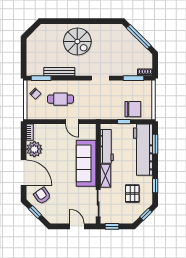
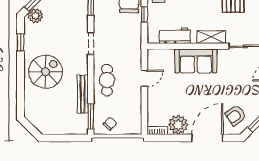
window: (101, 21) -> (20, 42), added
plant: (123, 33) -> (35, 16), added
cafe table: (60, 99) -> (107, 80), moved
workbench: (107, 146) -> (175, 36), width x0.73
sofa: (86, 163) -> (196, 61), width x0.73

